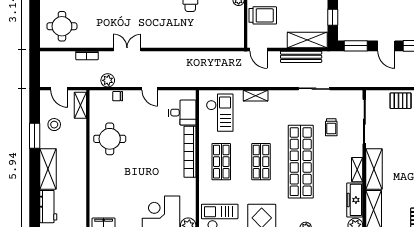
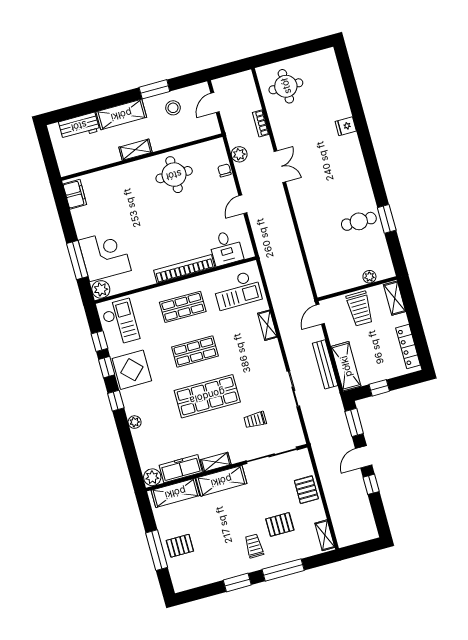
shelving: (80, 105) -> (135, 150), moved
shop shelf: (301, 162) -> (207, 396), width x0.71

